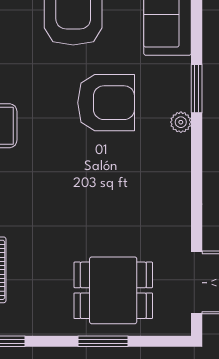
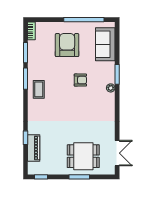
armchair: (106, 103) -> (80, 80), width x0.53, depth x0.53

